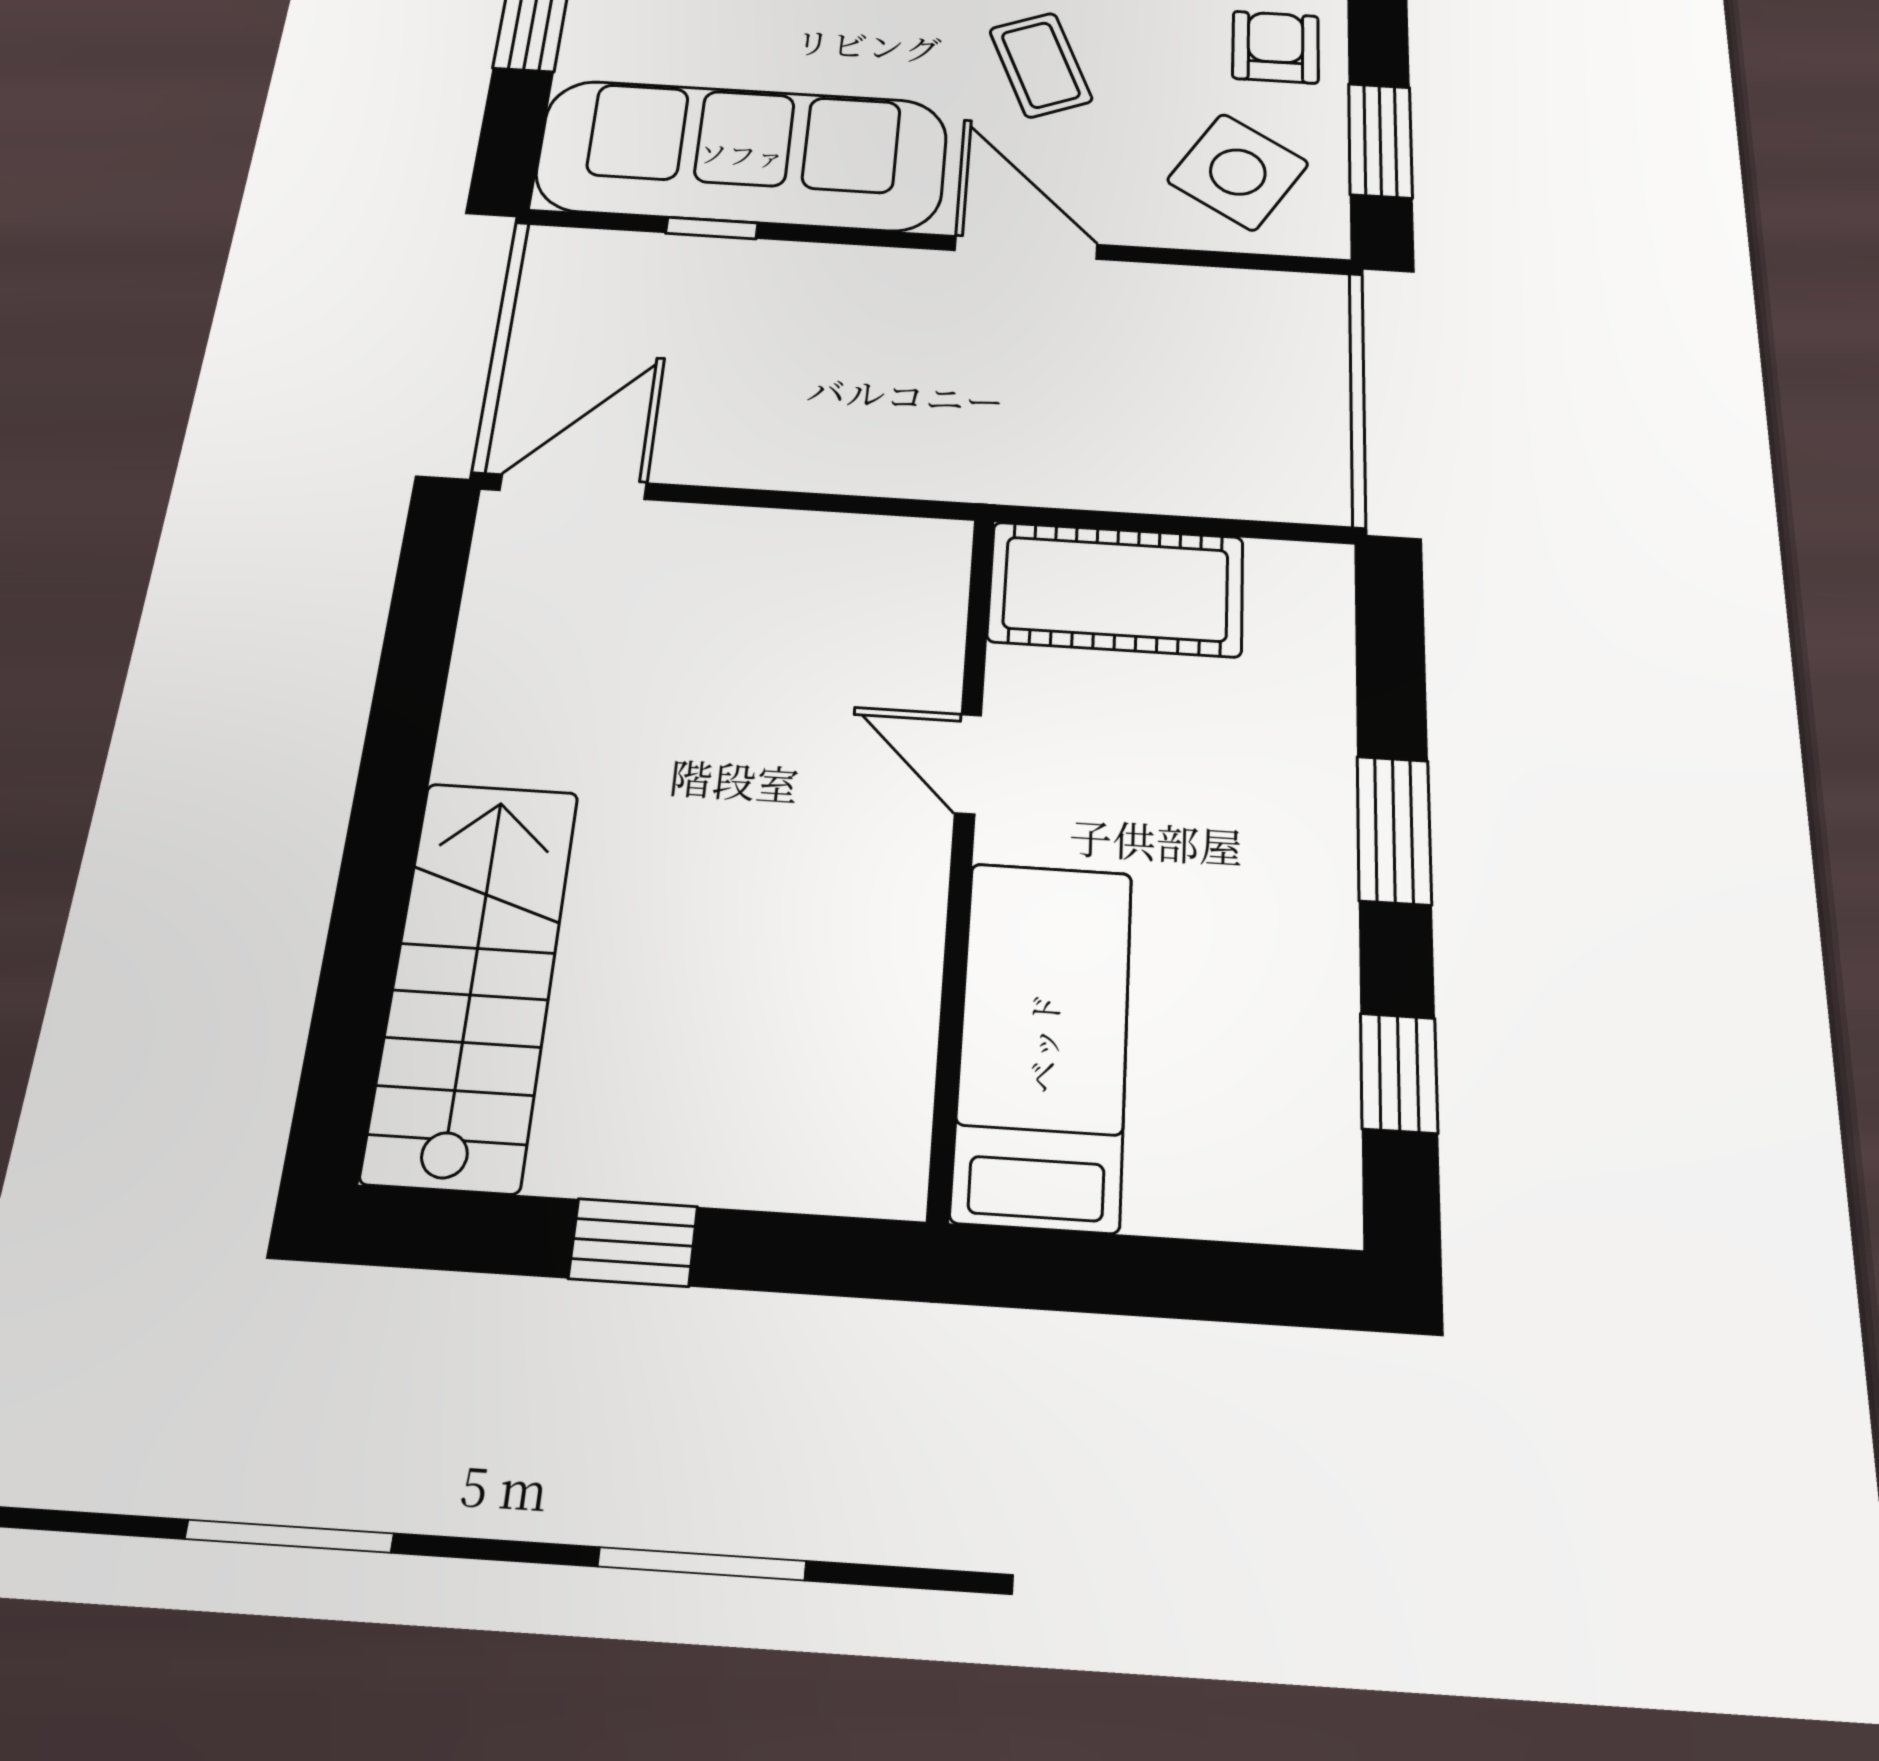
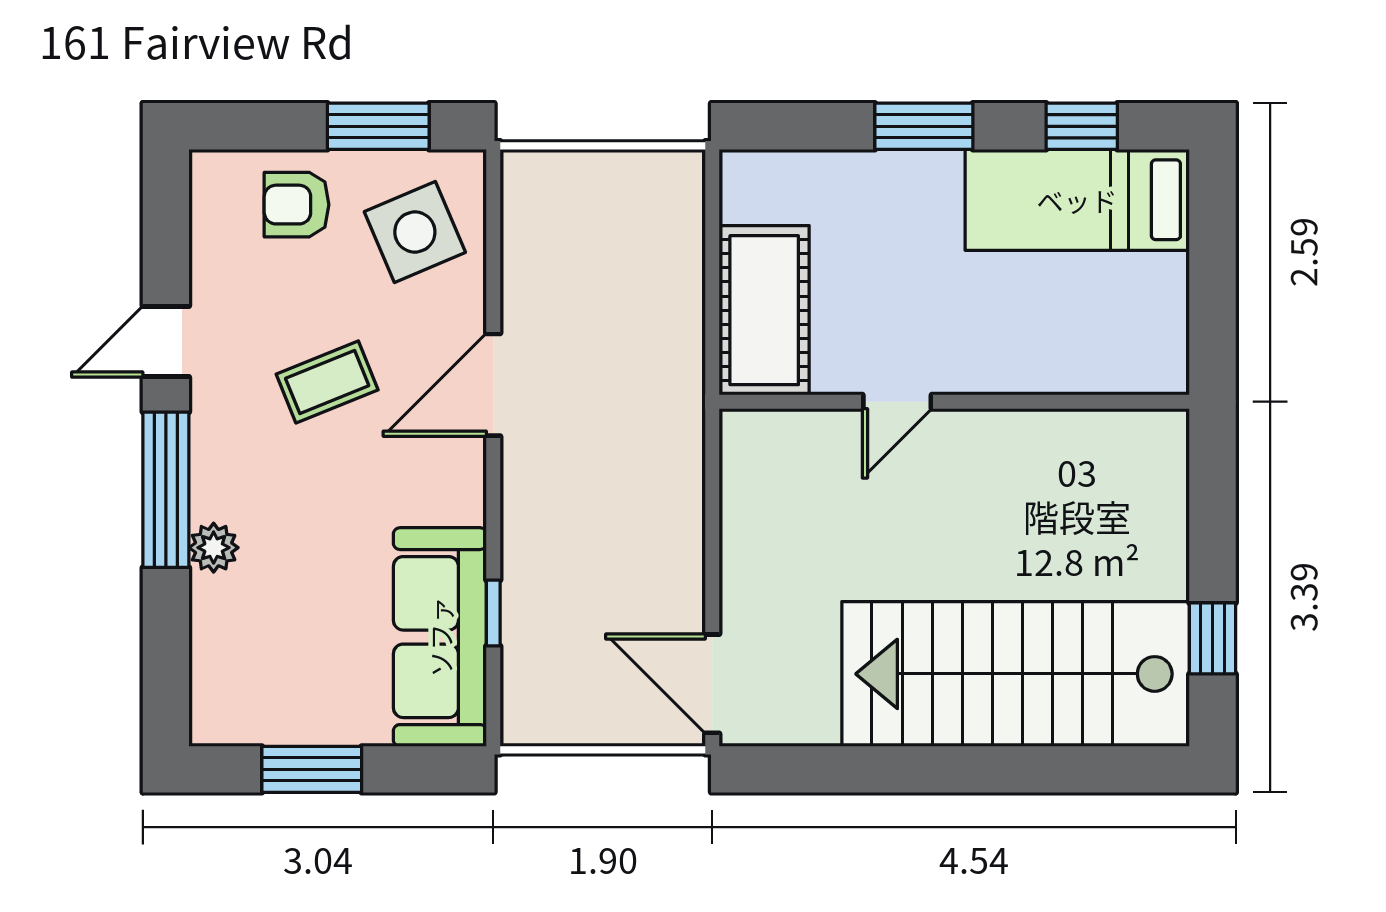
sofa: (742, 155) -> (440, 637), width x0.74, depth x0.79
side table: (1238, 172) -> (415, 232), turned 35
stairs: (472, 981) -> (1016, 674), width x1.36, depth x1.51
bed: (1043, 1043) -> (1077, 200), moved
window: (633, 1243) -> (1213, 638), moved

